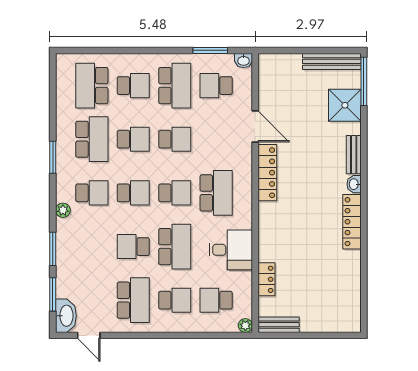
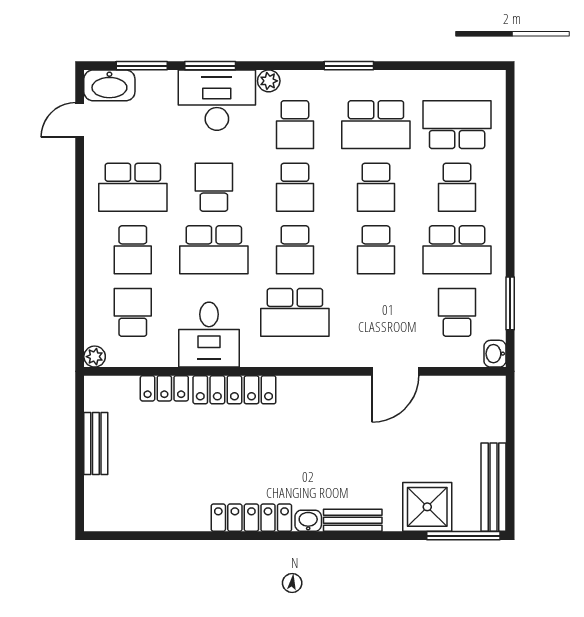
locker: (267, 173) -> (234, 390), moved
desk: (76, 245) -> (217, 100), added
bench: (279, 325) -> (96, 444), moved

